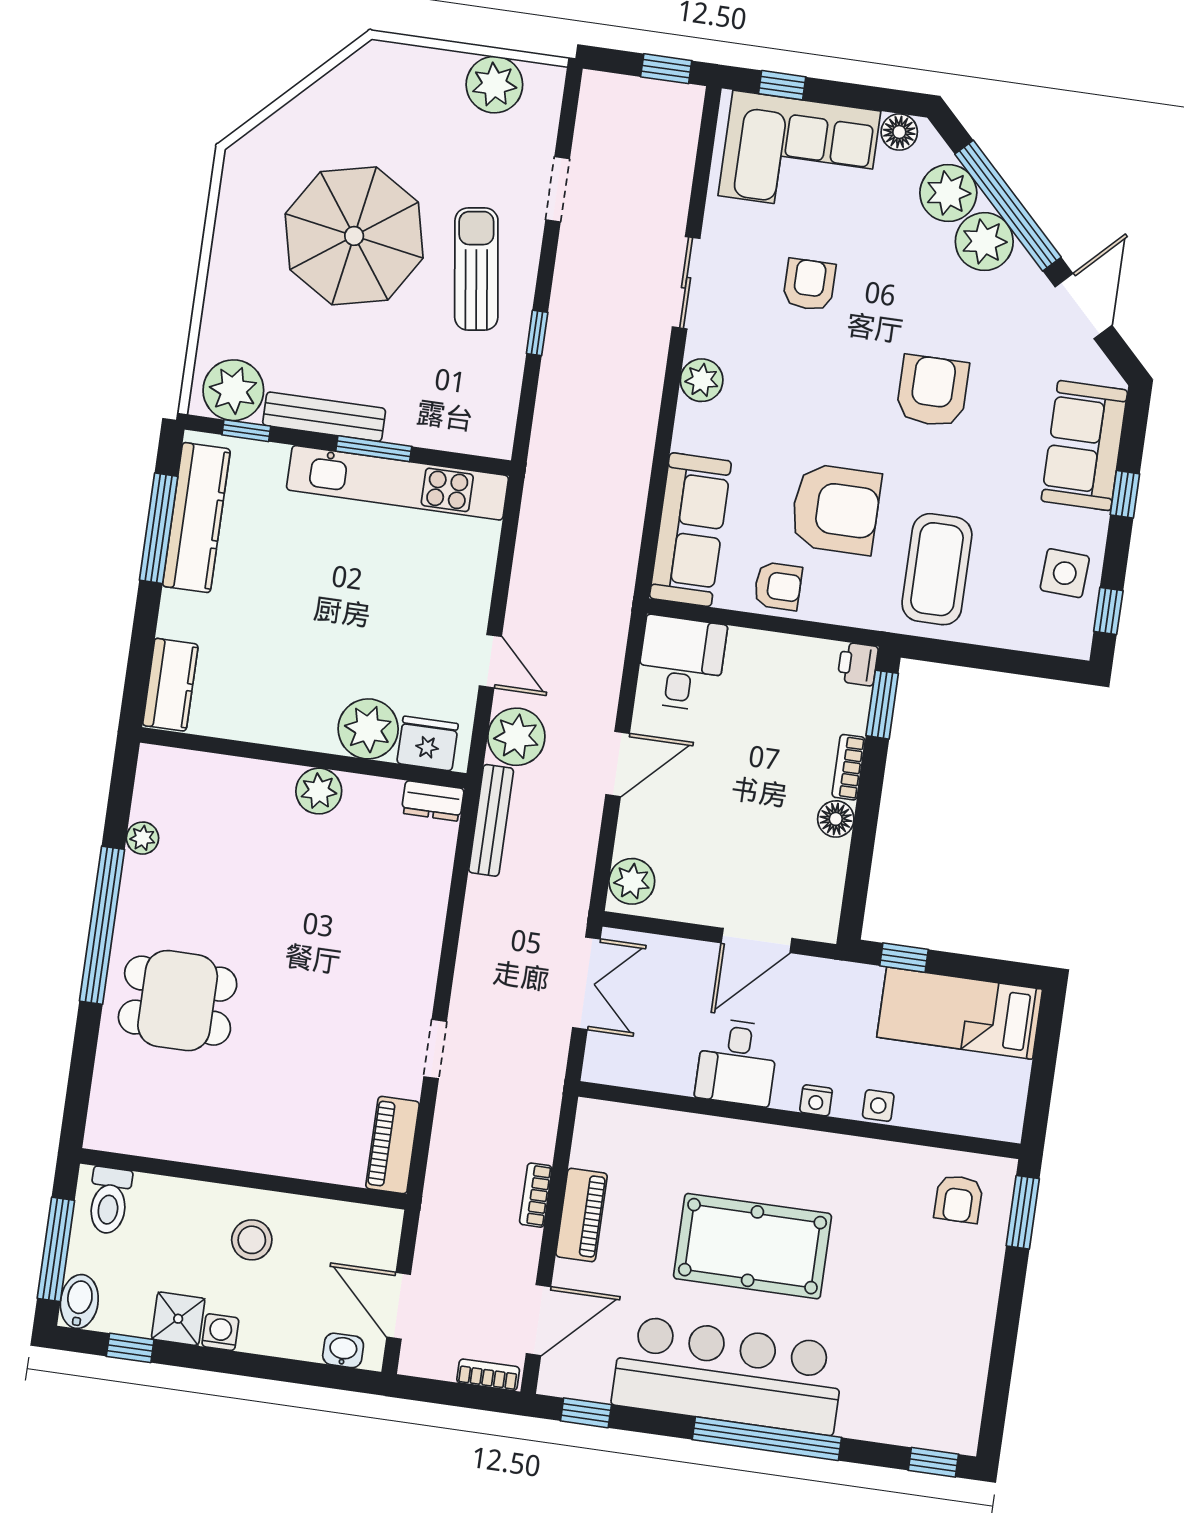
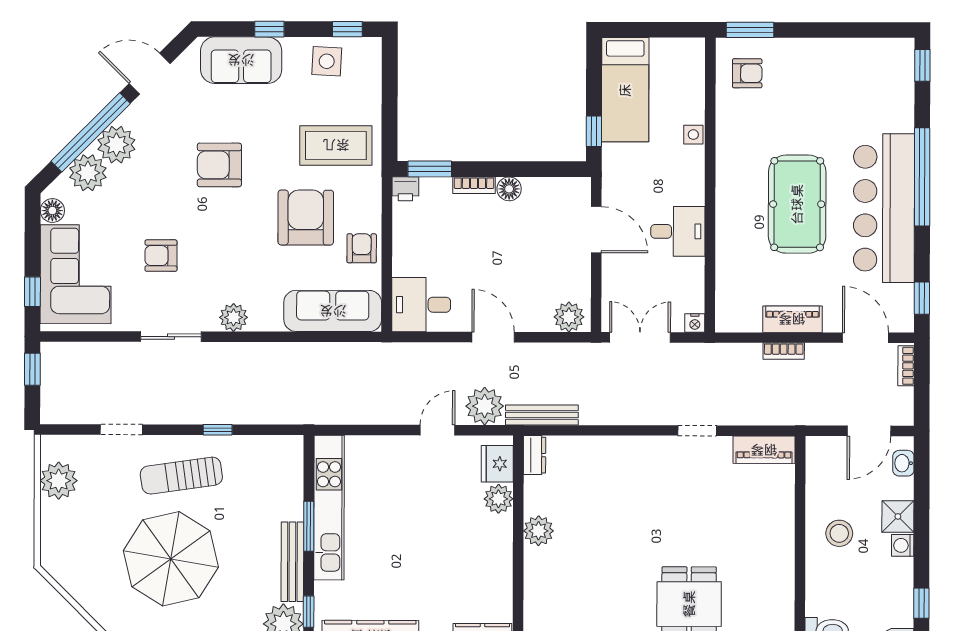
plant: (368, 729) -> (498, 499), width x0.73, depth x0.73
nightstand: (816, 1100) -> (695, 323), moved, turned 90
shower: (178, 1319) -> (898, 516), moved

